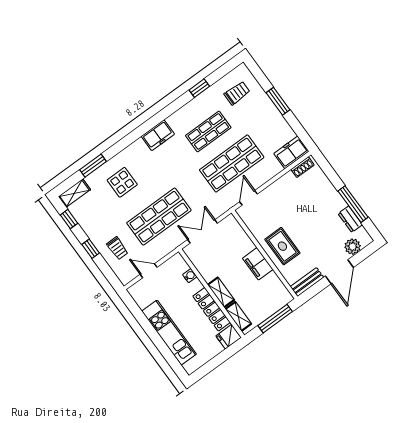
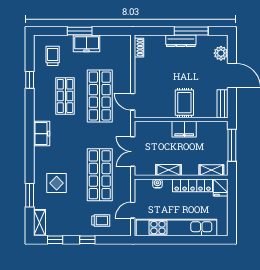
freezer: (291, 152) -> (87, 43), moved, turned -90
dresser: (350, 219) -> (181, 41), moved, width x1.44
rug: (282, 246) -> (184, 103), turned 90
shelving: (221, 292) -> (169, 170), moved
kitchen unit: (169, 333) -> (176, 228), width x1.36

